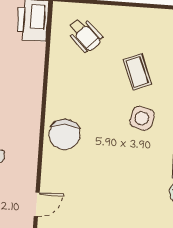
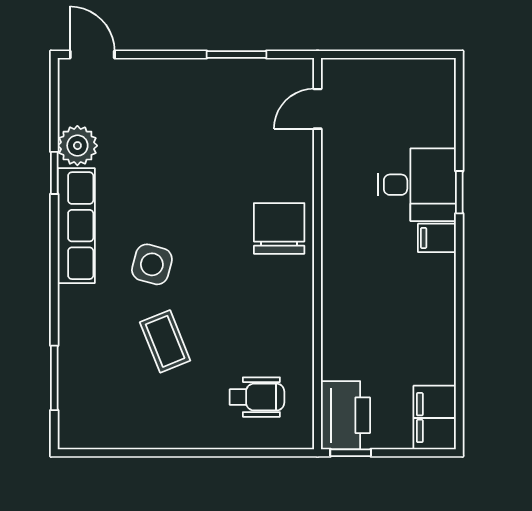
wheelchair: (85, 35) -> (257, 397), turned 136

